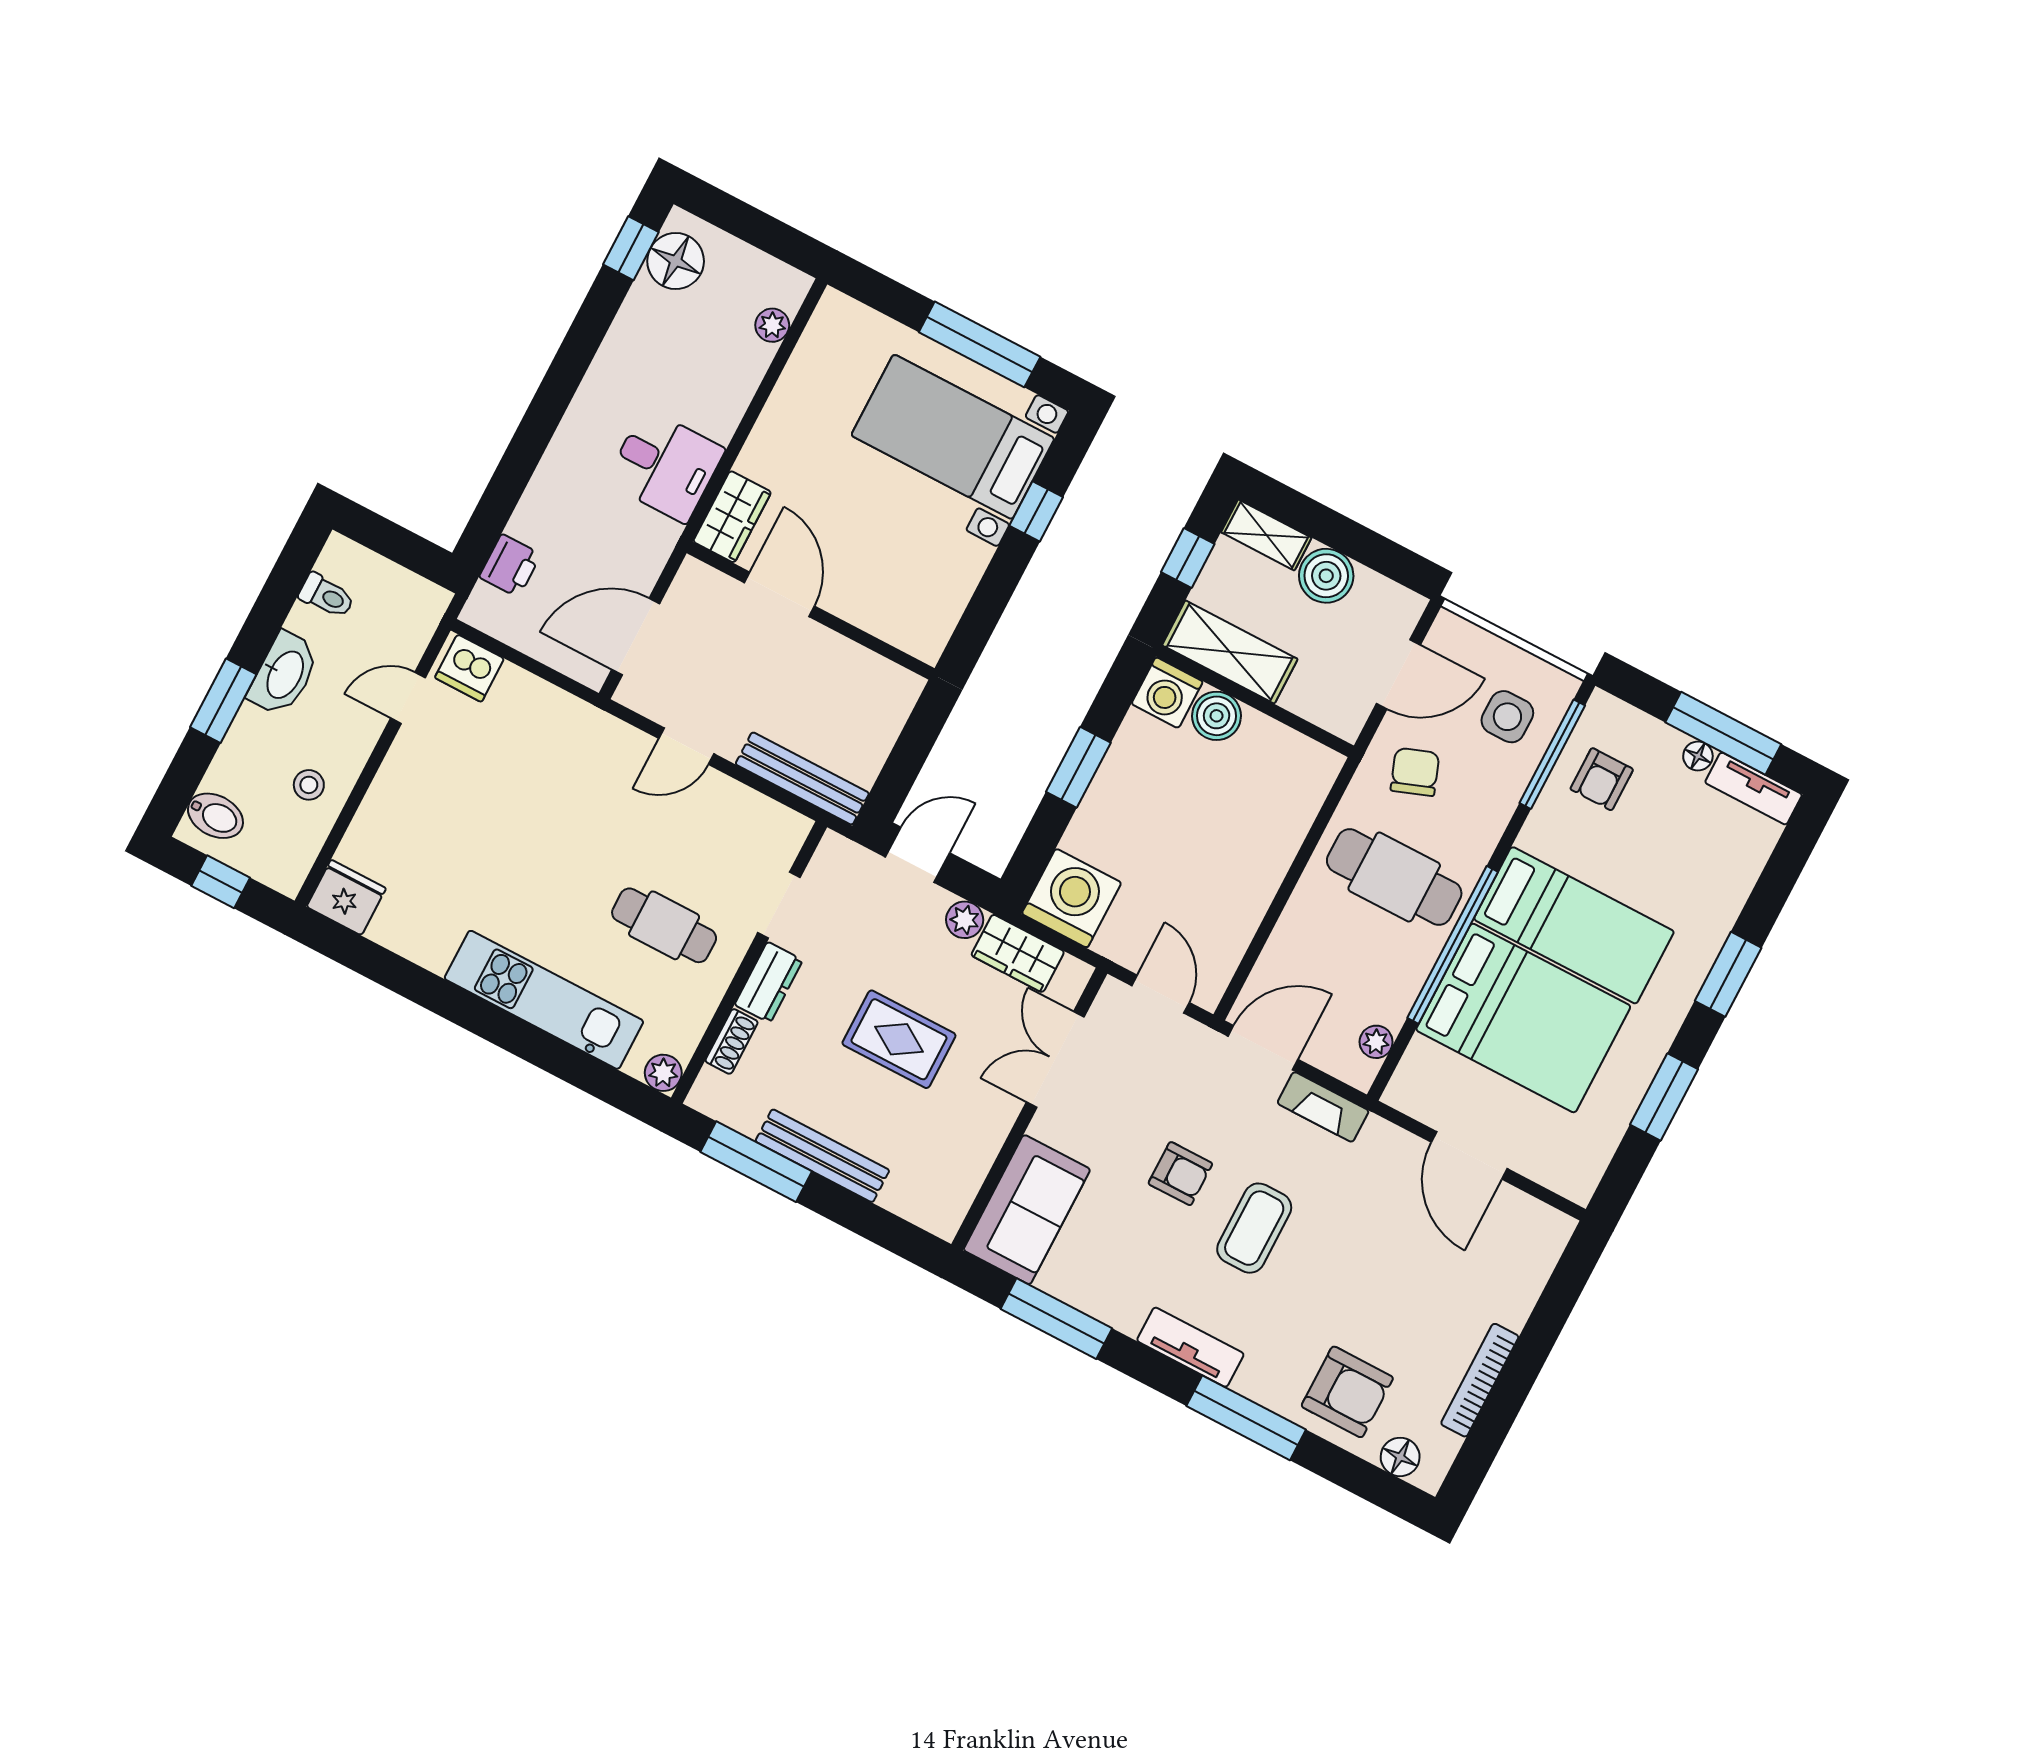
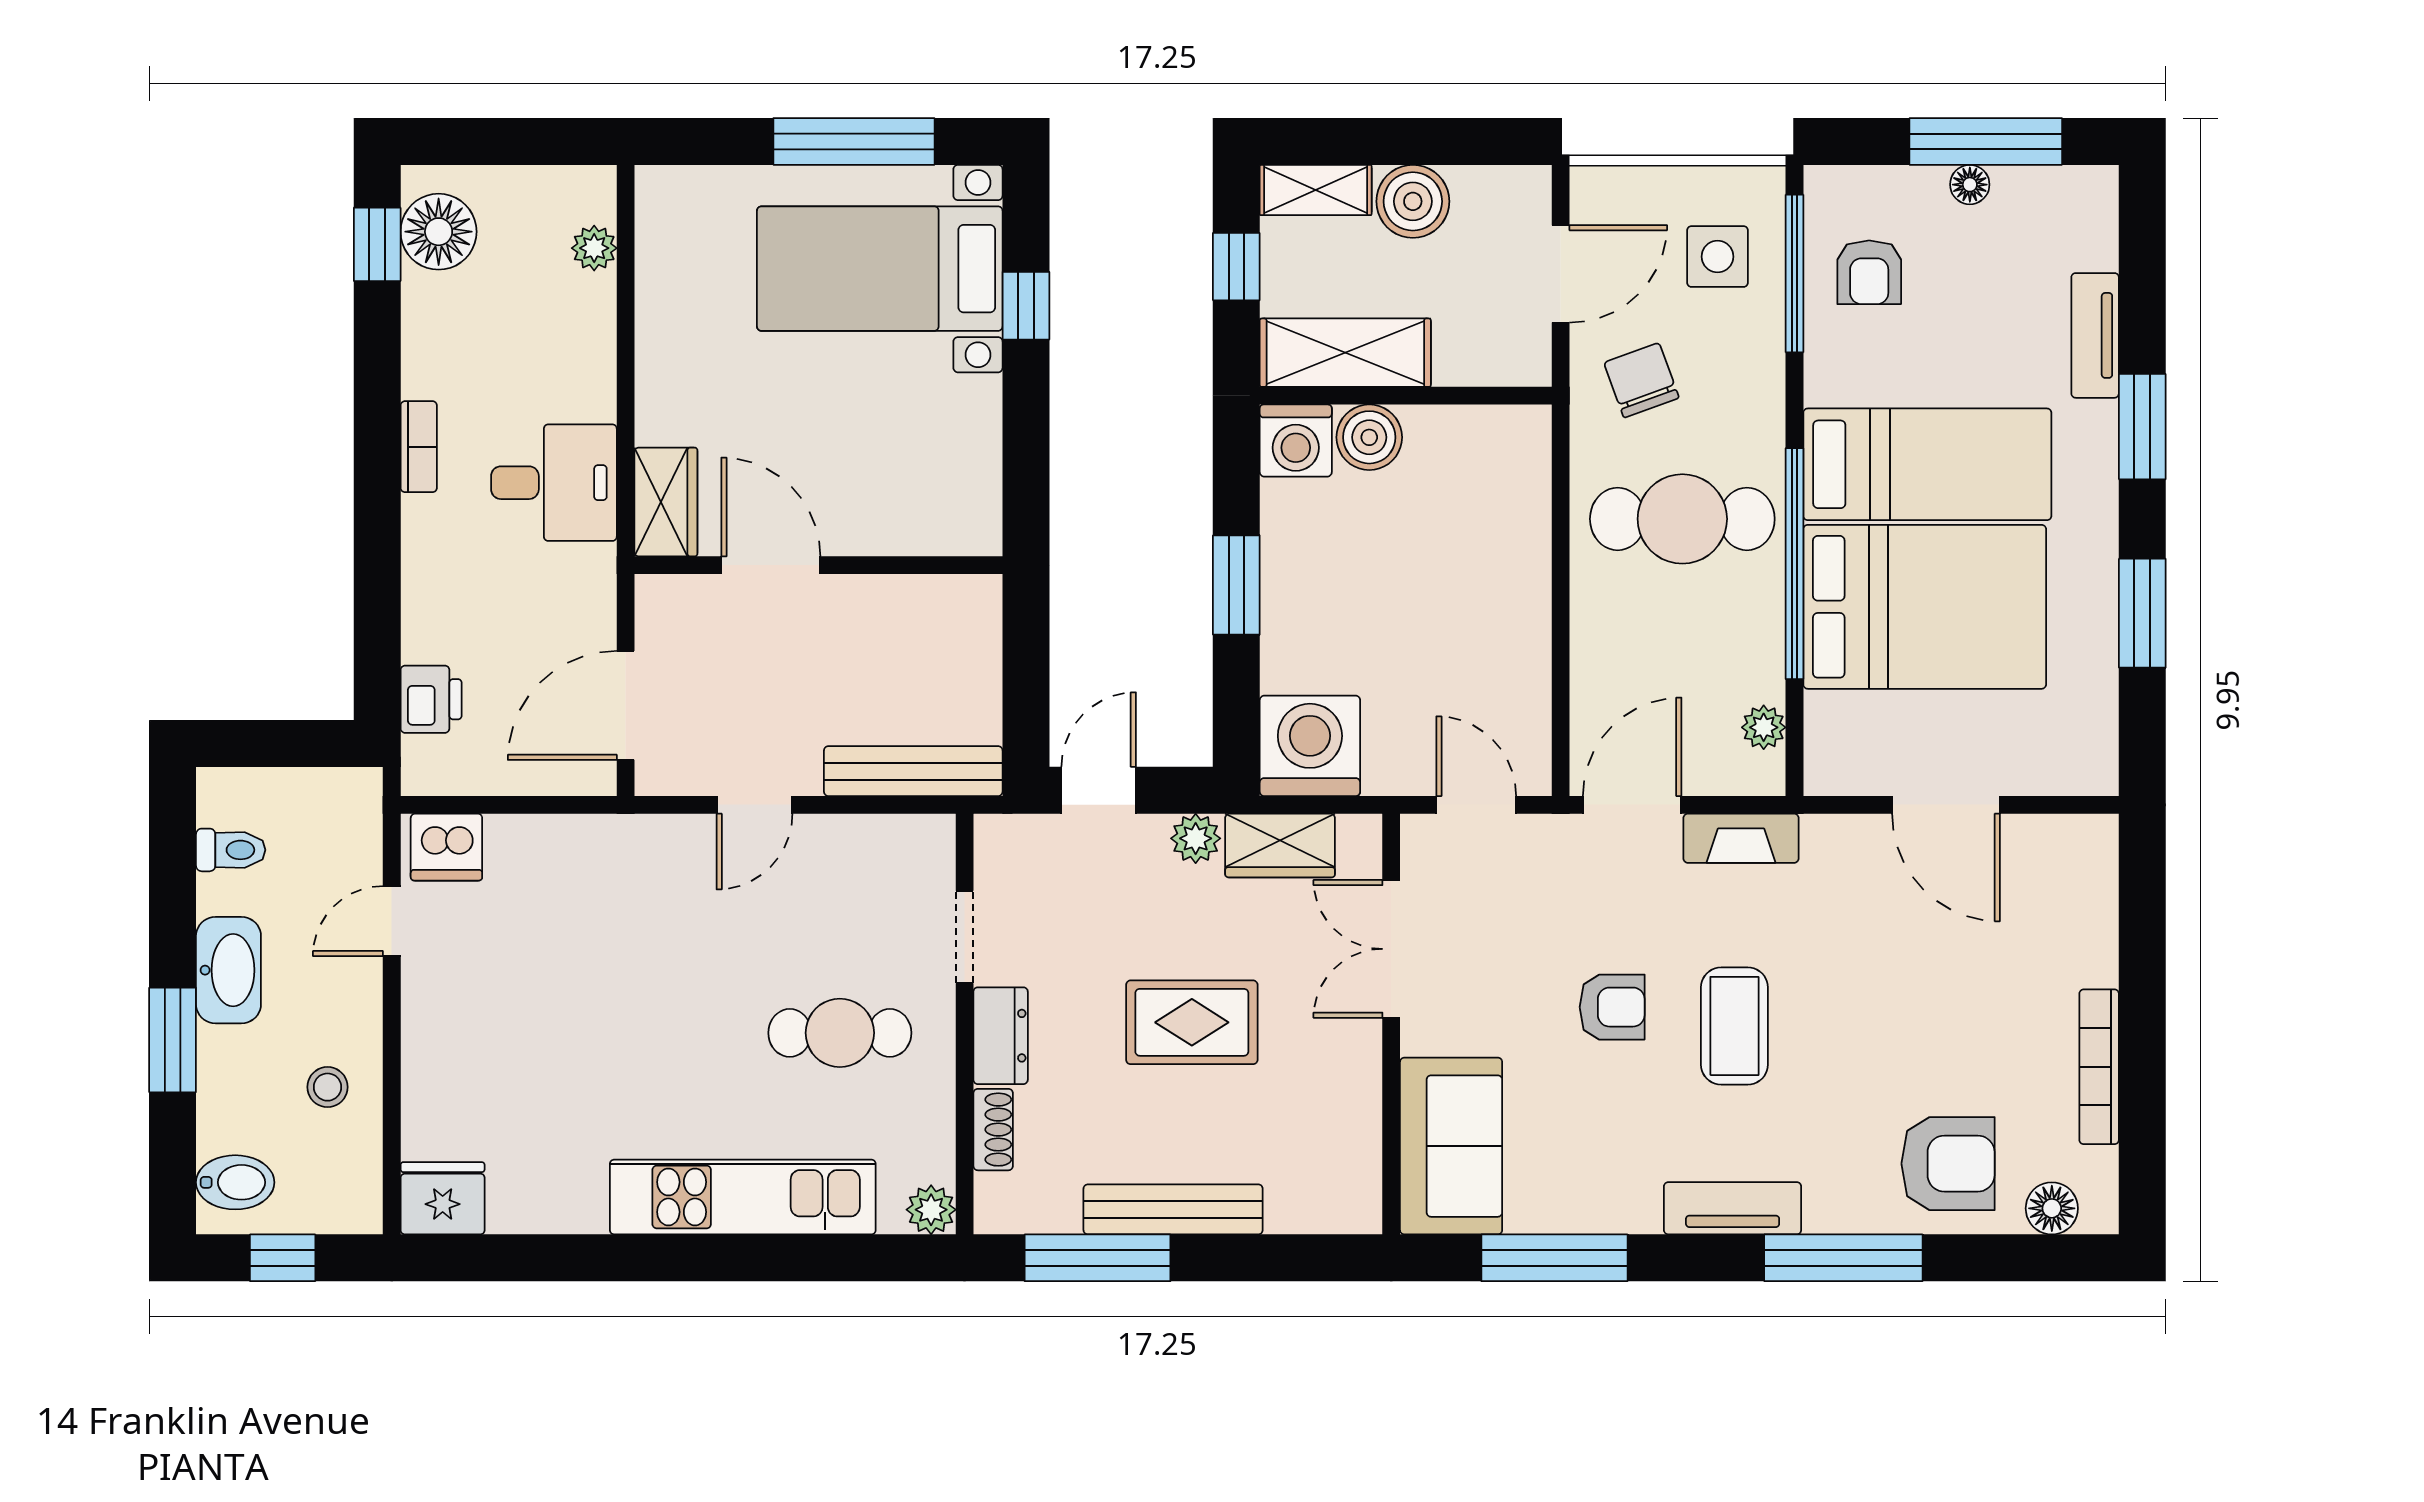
bookcase: (589, 395) -> (419, 447), added
tv unit: (1754, 789) -> (2095, 335), moved, turned 90

